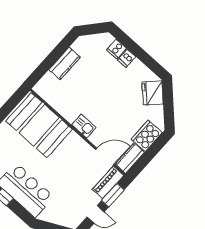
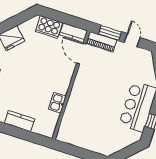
booth: (39, 125) -> (80, 119), removed
kitchen sink: (84, 126) -> (57, 103), moved

